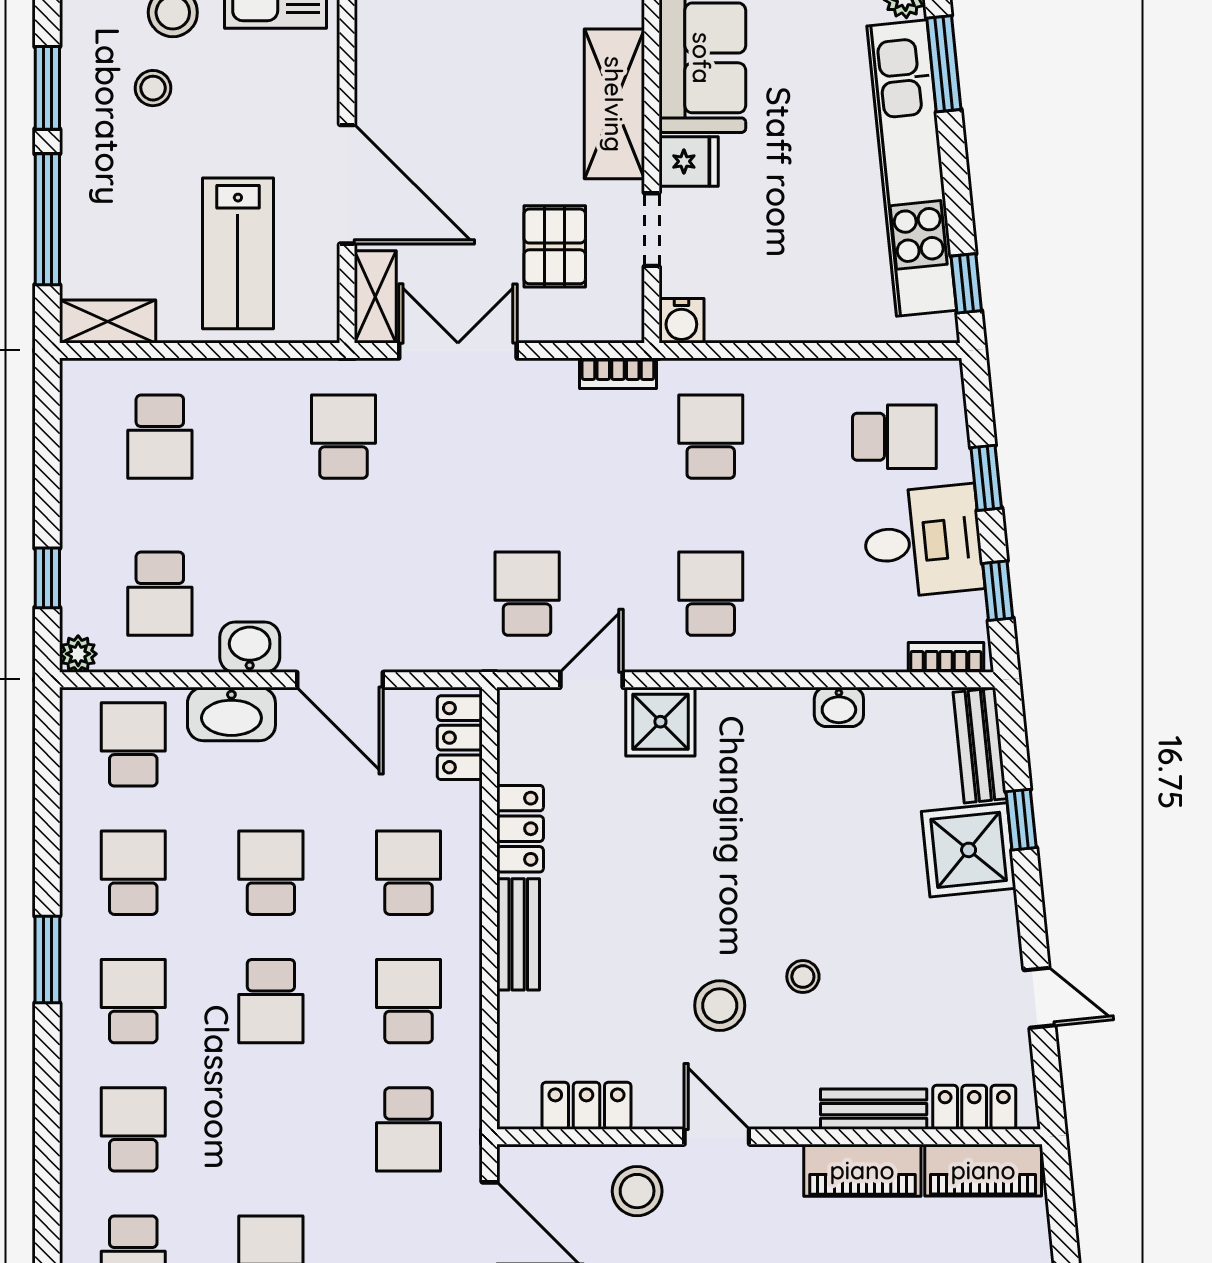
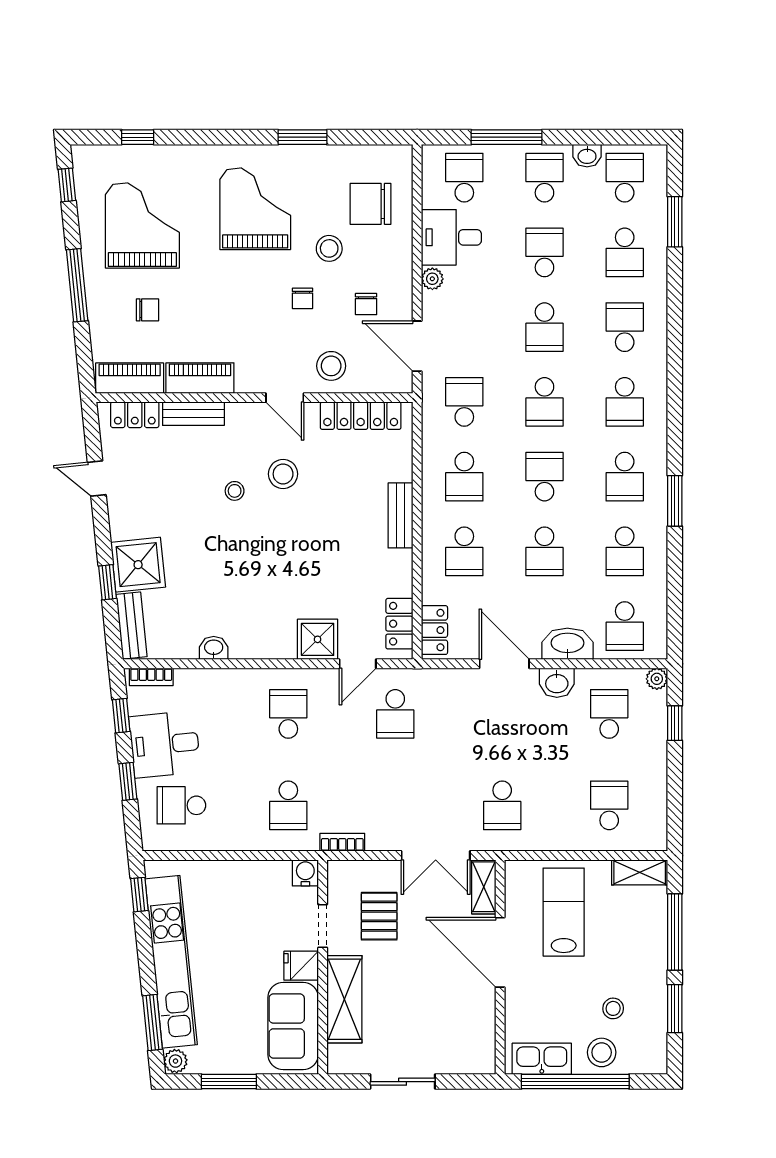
school desk: (711, 594) -> (288, 714), turned 180
locker: (520, 829) -> (399, 624), moved
locker: (586, 1106) -> (361, 416), width x1.53
school desk: (271, 1129) -> (544, 402), added

